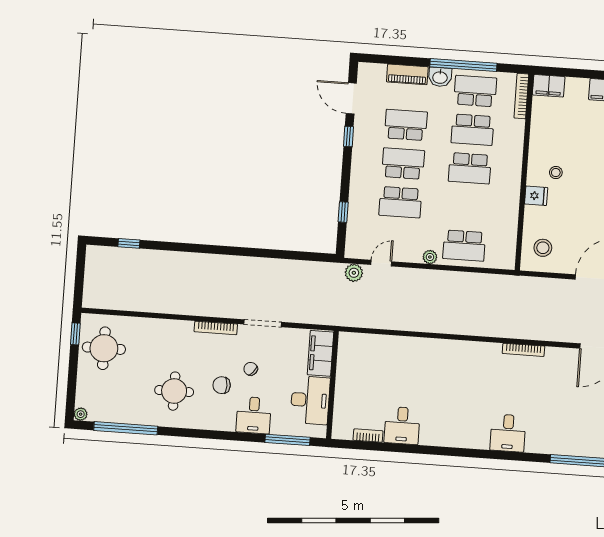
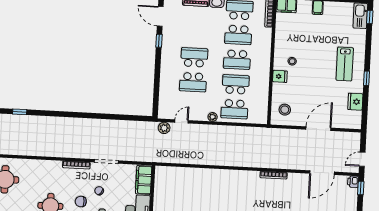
school desk: (406, 125) -> (236, 84), moved
window: (343, 212) -> (156, 89), removed

